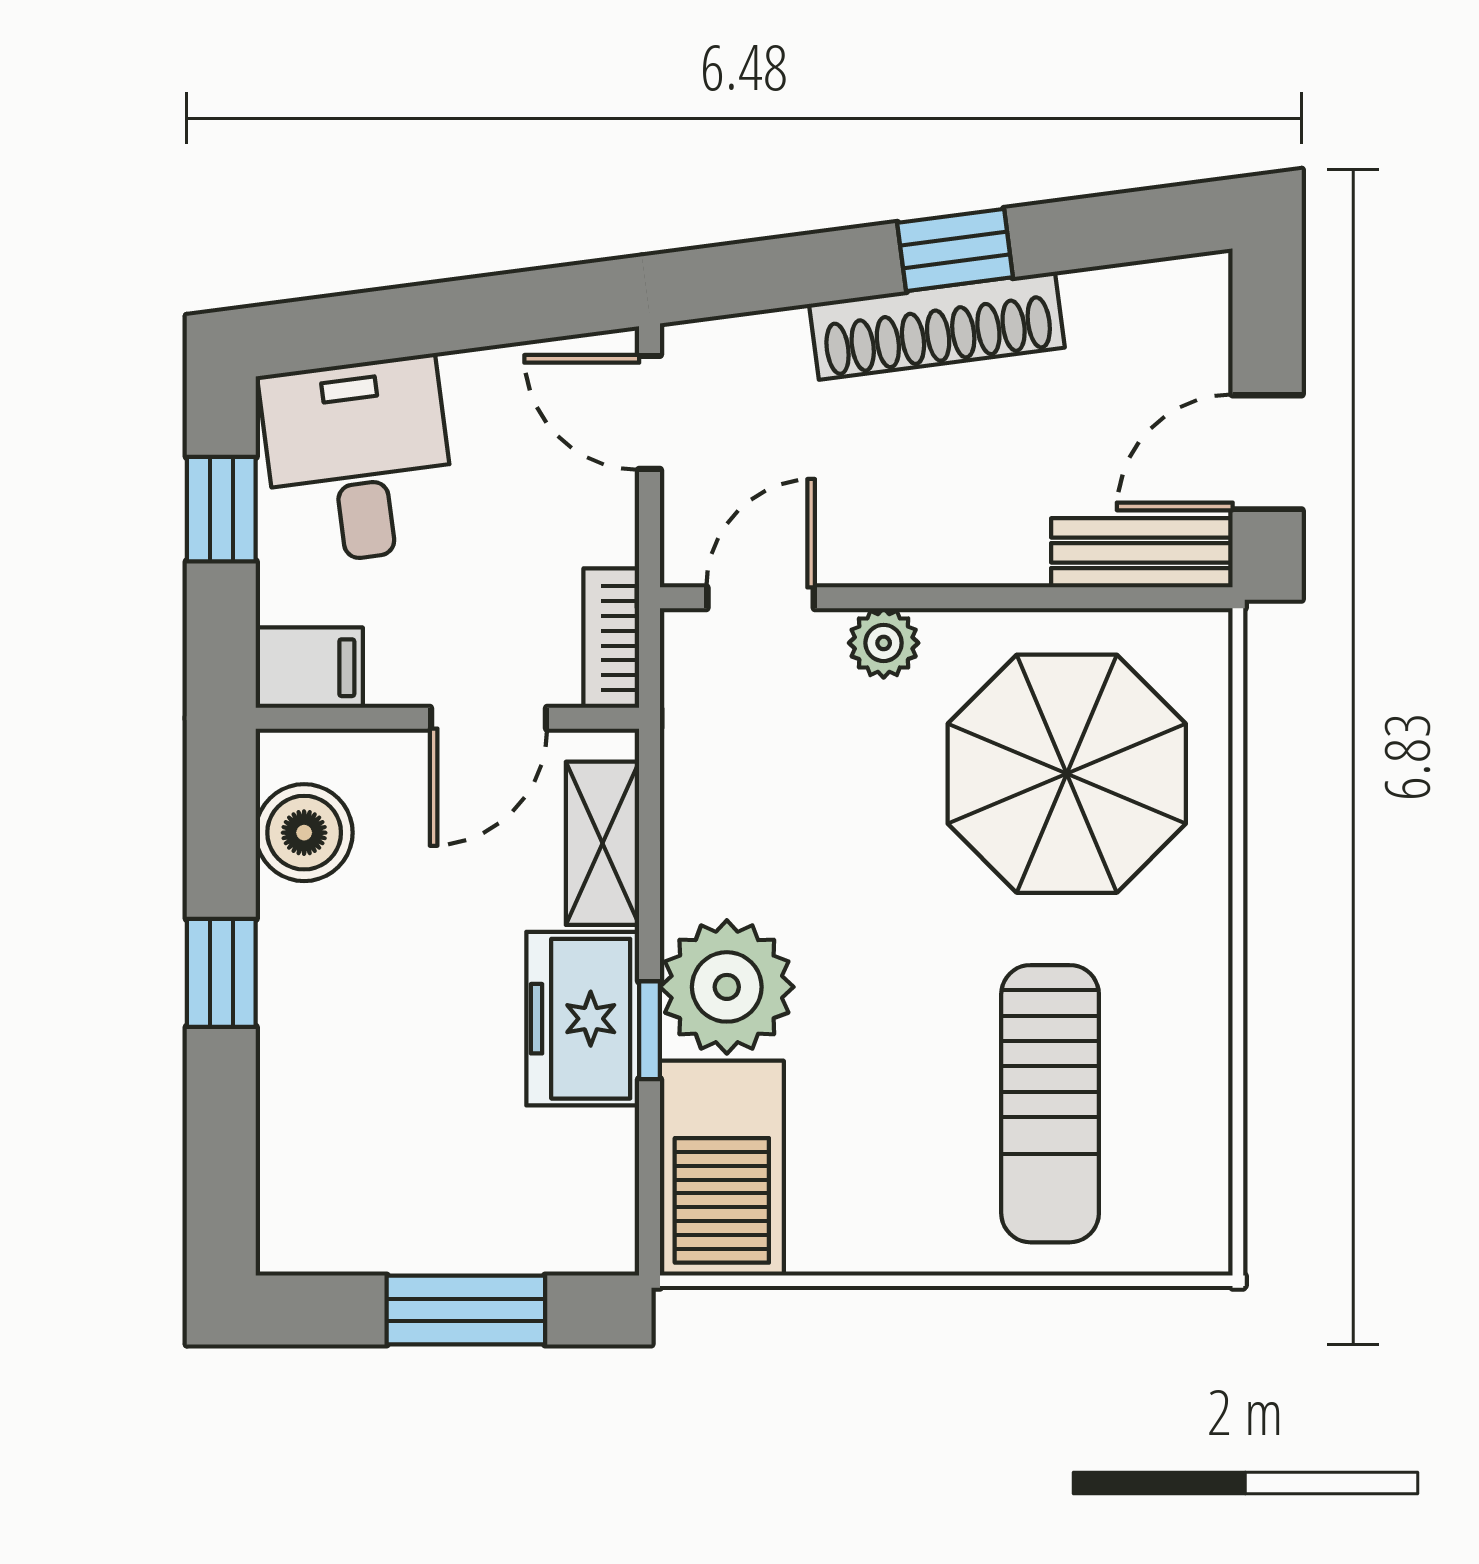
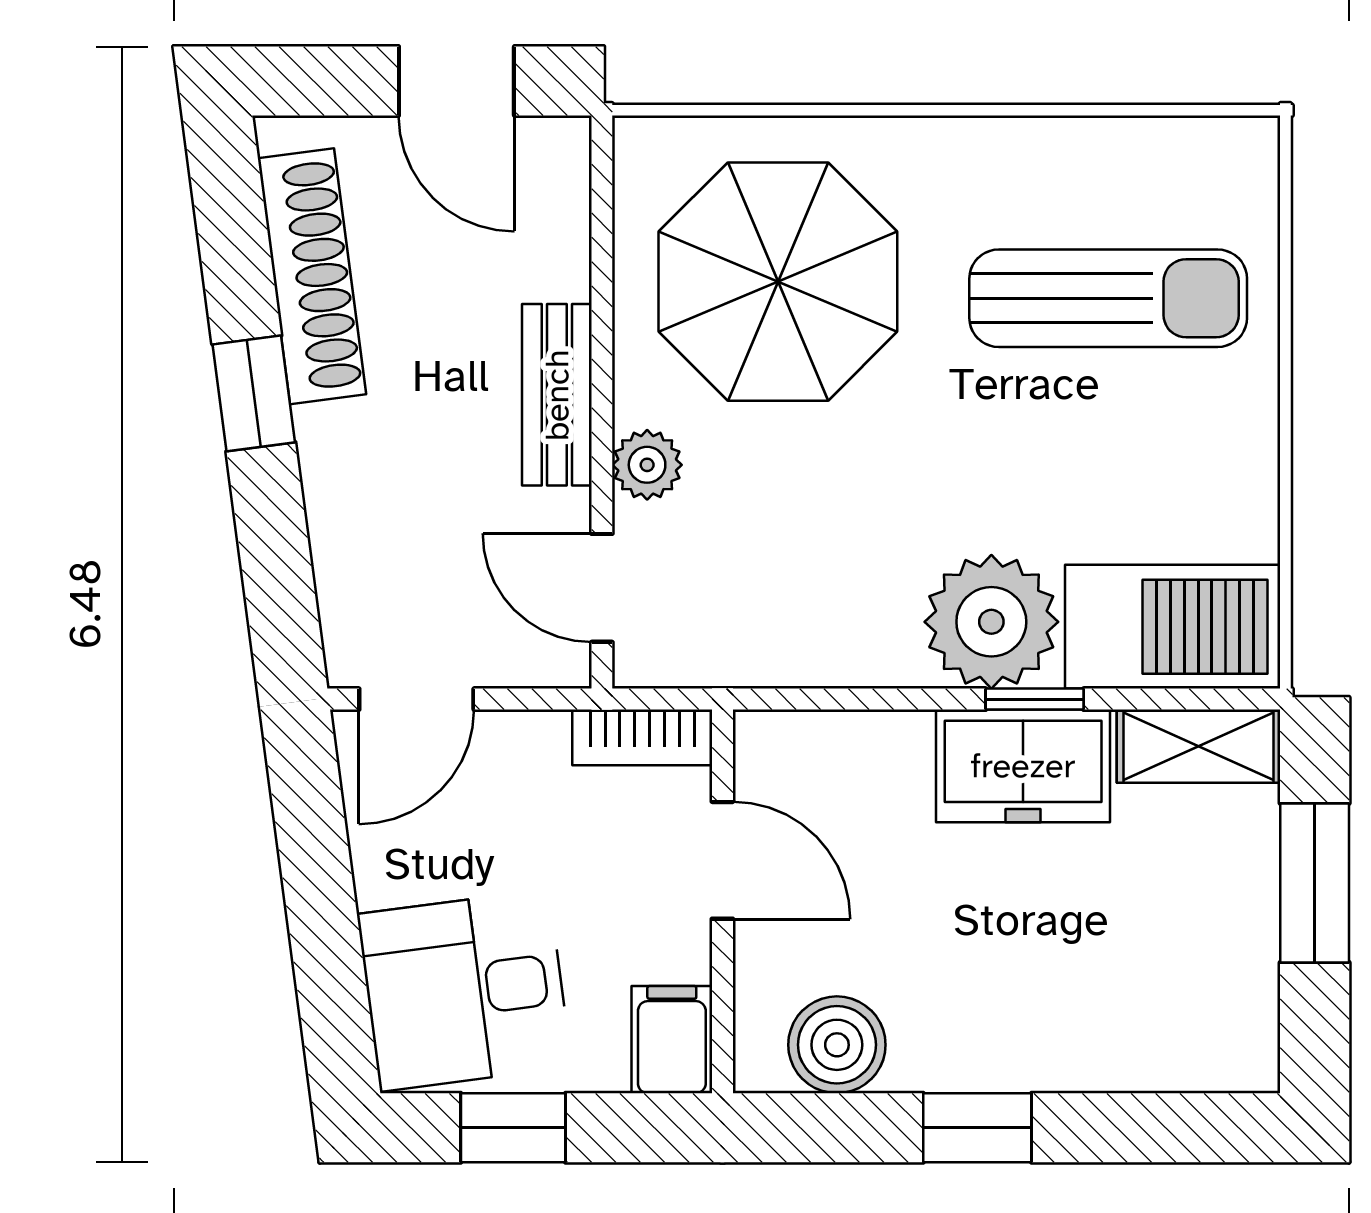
shoe rack: (937, 326) -> (312, 276), moved
bench: (1142, 553) -> (557, 395), moved
shelving: (603, 843) -> (1199, 746), moved

